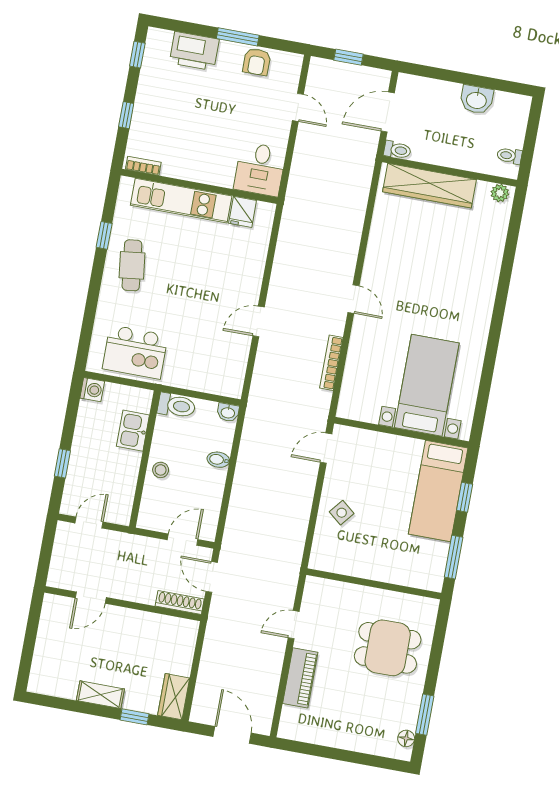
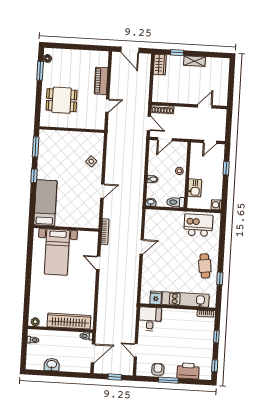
bed with nightstands: (427, 385) -> (57, 252), moved
wall: (402, 432) -> (66, 228), moved
bed: (438, 491) -> (45, 203), moved

